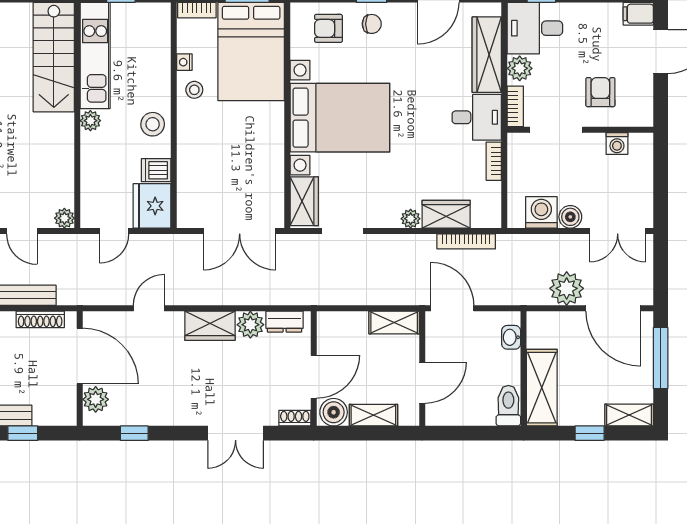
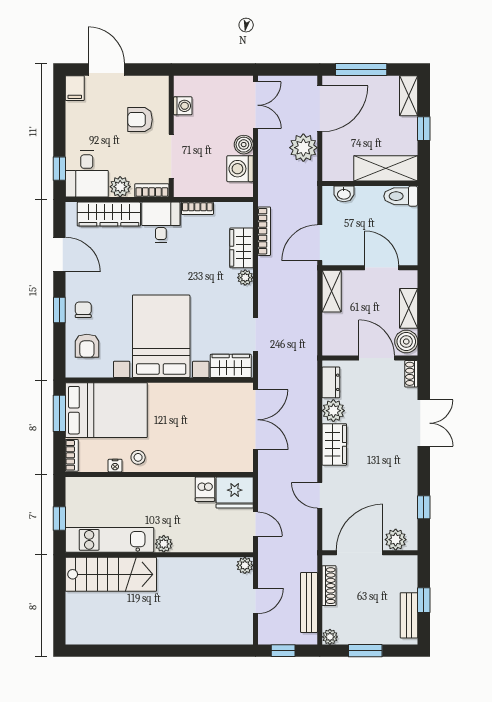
stool: (153, 124) -> (167, 492), removed

